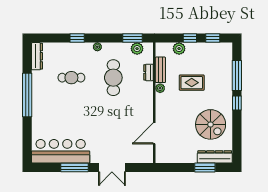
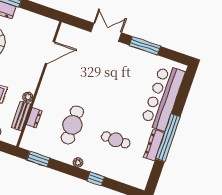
plant: (137, 49) -> (37, 146), removed
dresser: (37, 56) -> (154, 145), moved
bar counter: (61, 151) -> (163, 98), moved, turned 90

